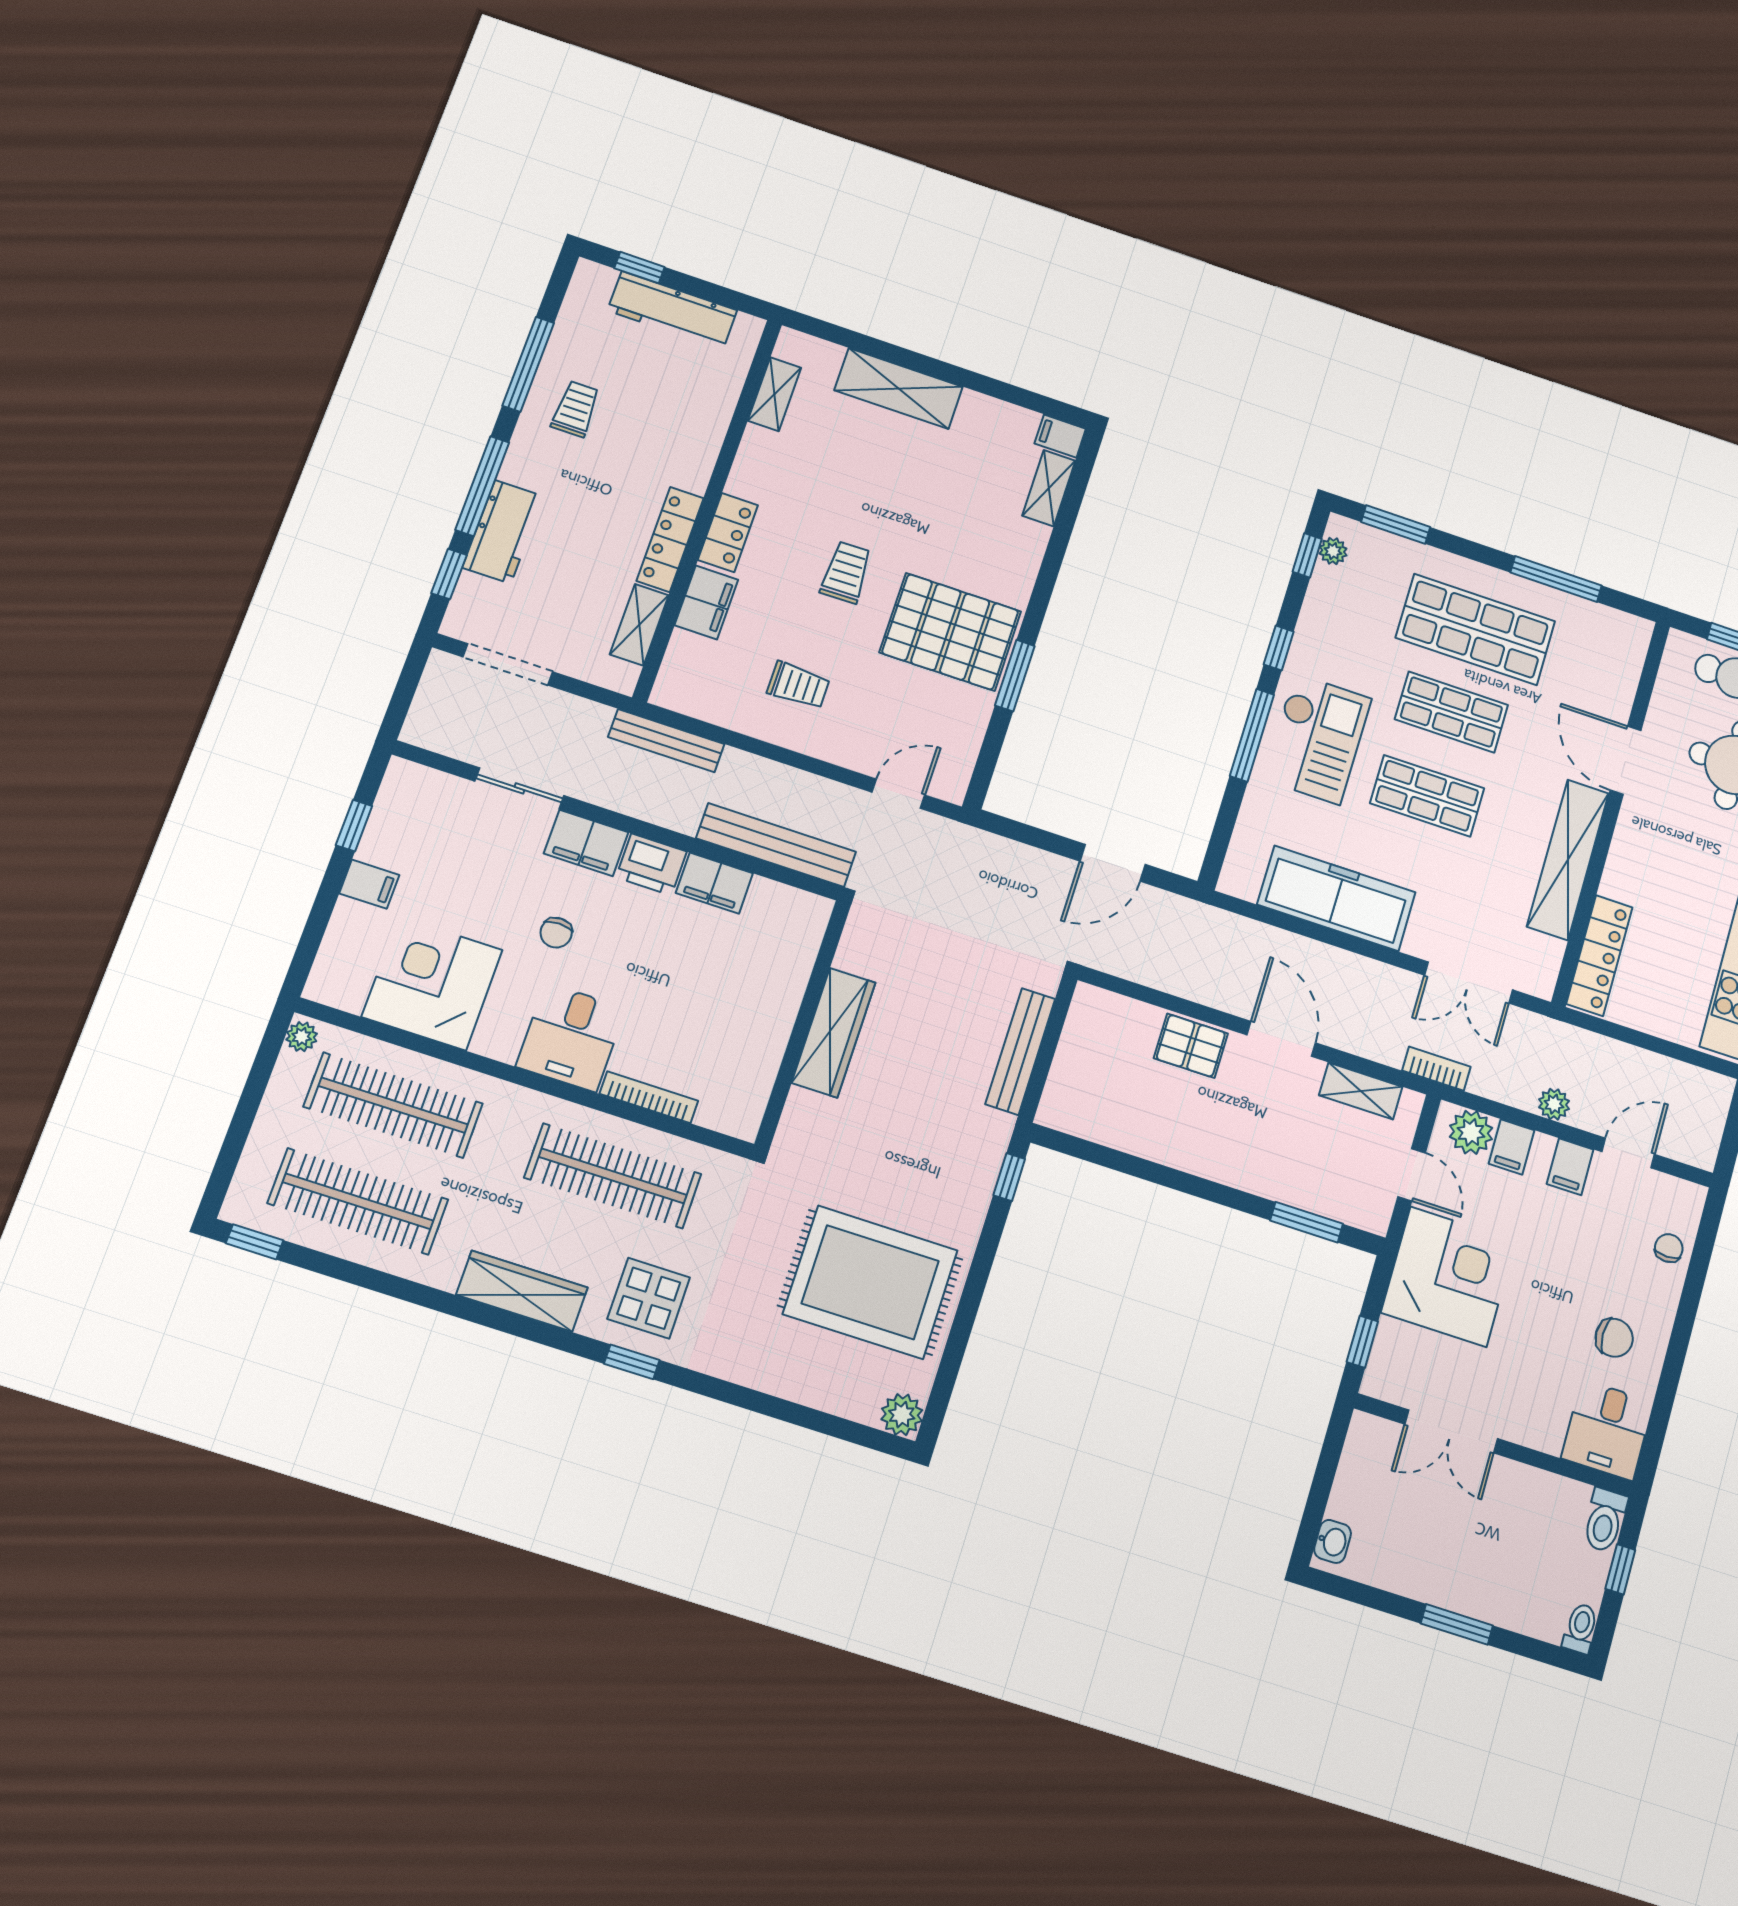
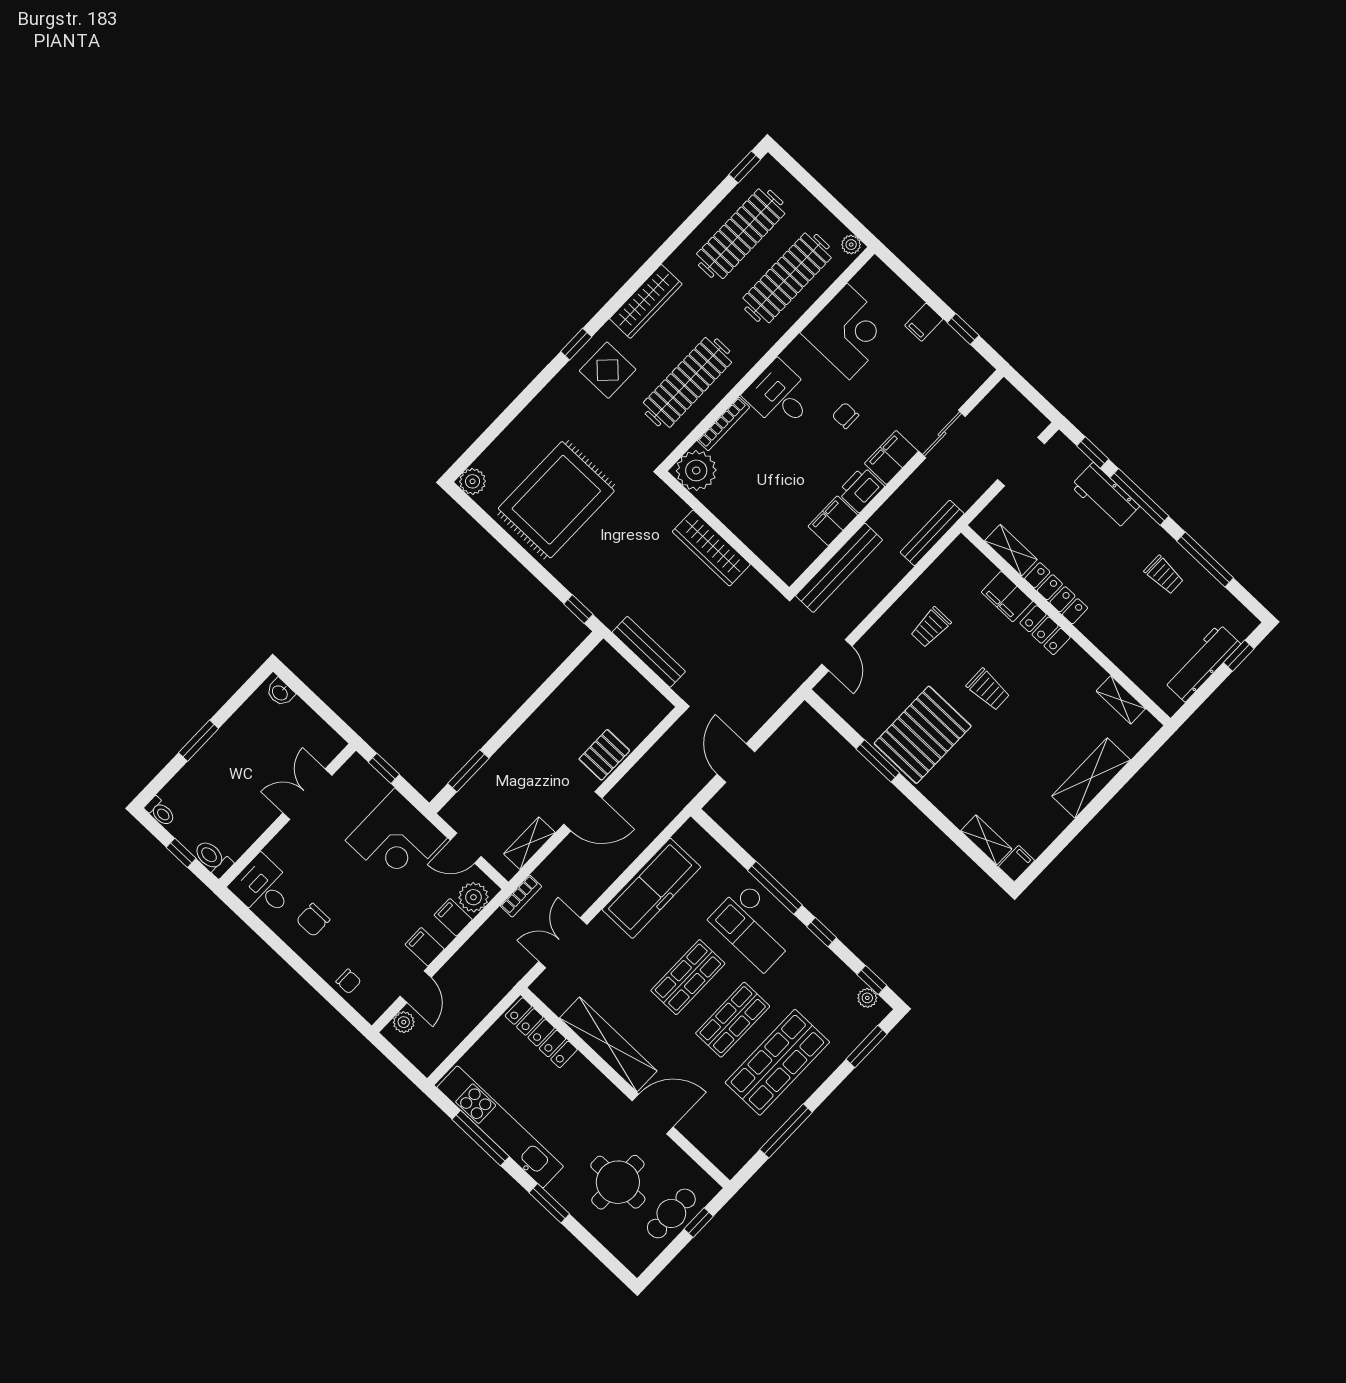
plant: (734, 1104) -> (696, 470), added
plant: (1554, 1104) -> (404, 1022), moved

